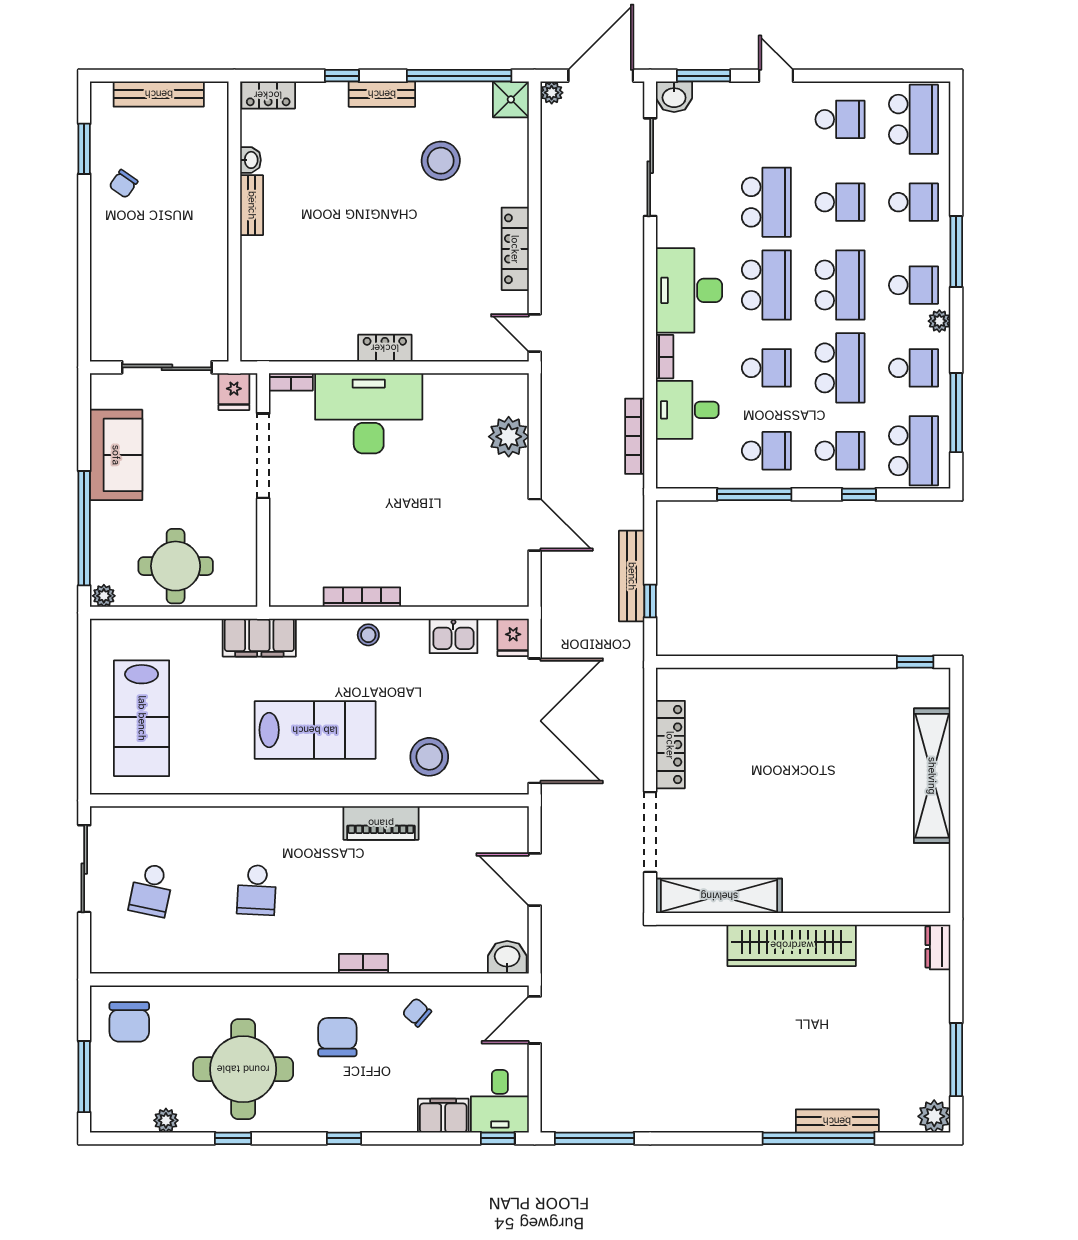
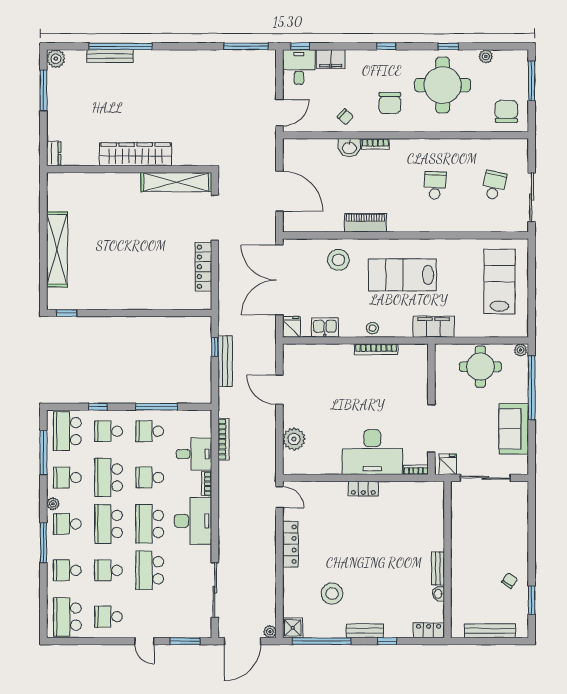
washbasin: (674, 97) -> (201, 629), removed
door: (535, 880) -> (279, 191), width x1.36
washbasin: (507, 957) -> (349, 148), moved

